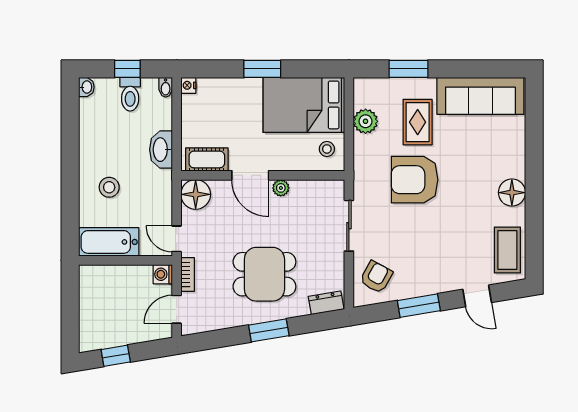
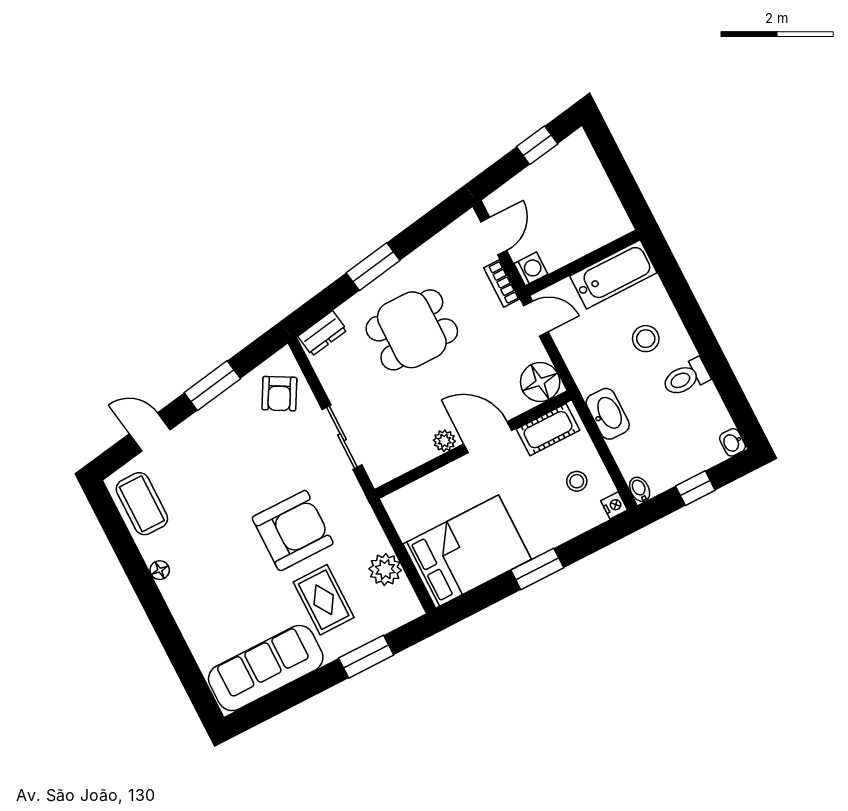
toilet: (130, 94) -> (686, 378), moved, turned -90
stool: (327, 149) -> (577, 481), moved
floor lamp: (512, 193) -> (160, 570), width x0.53, depth x0.53

